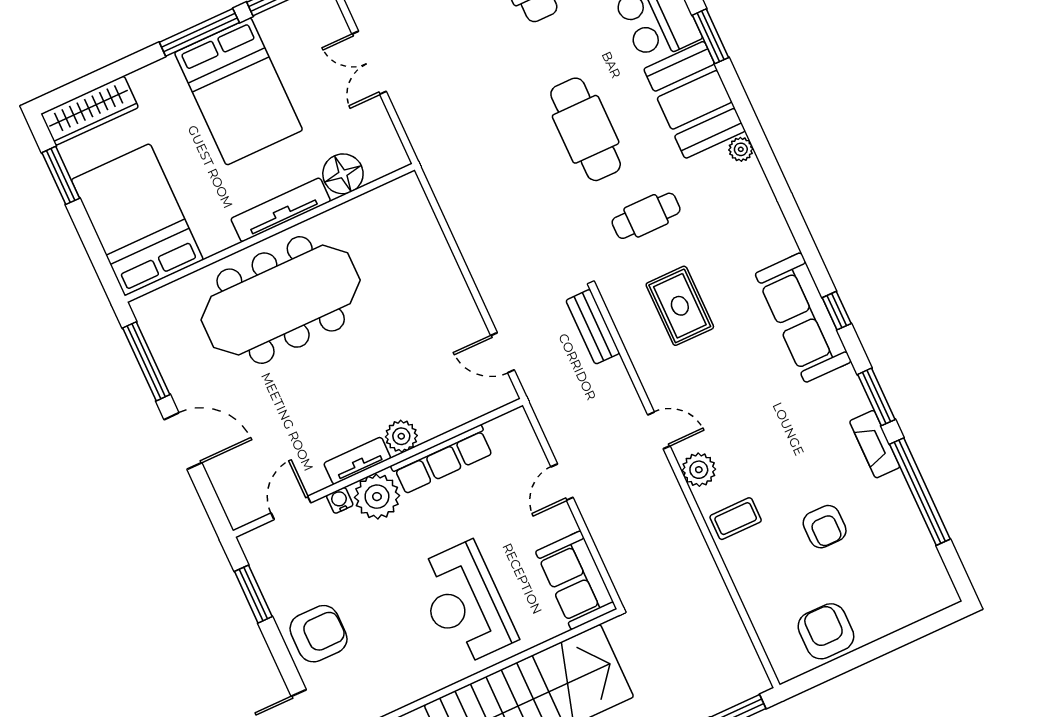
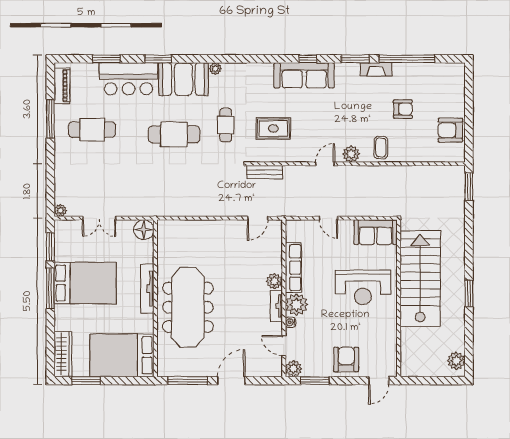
floor lamp: (343, 174) -> (144, 230), moved
plant: (257, 545) -> (294, 369), added

